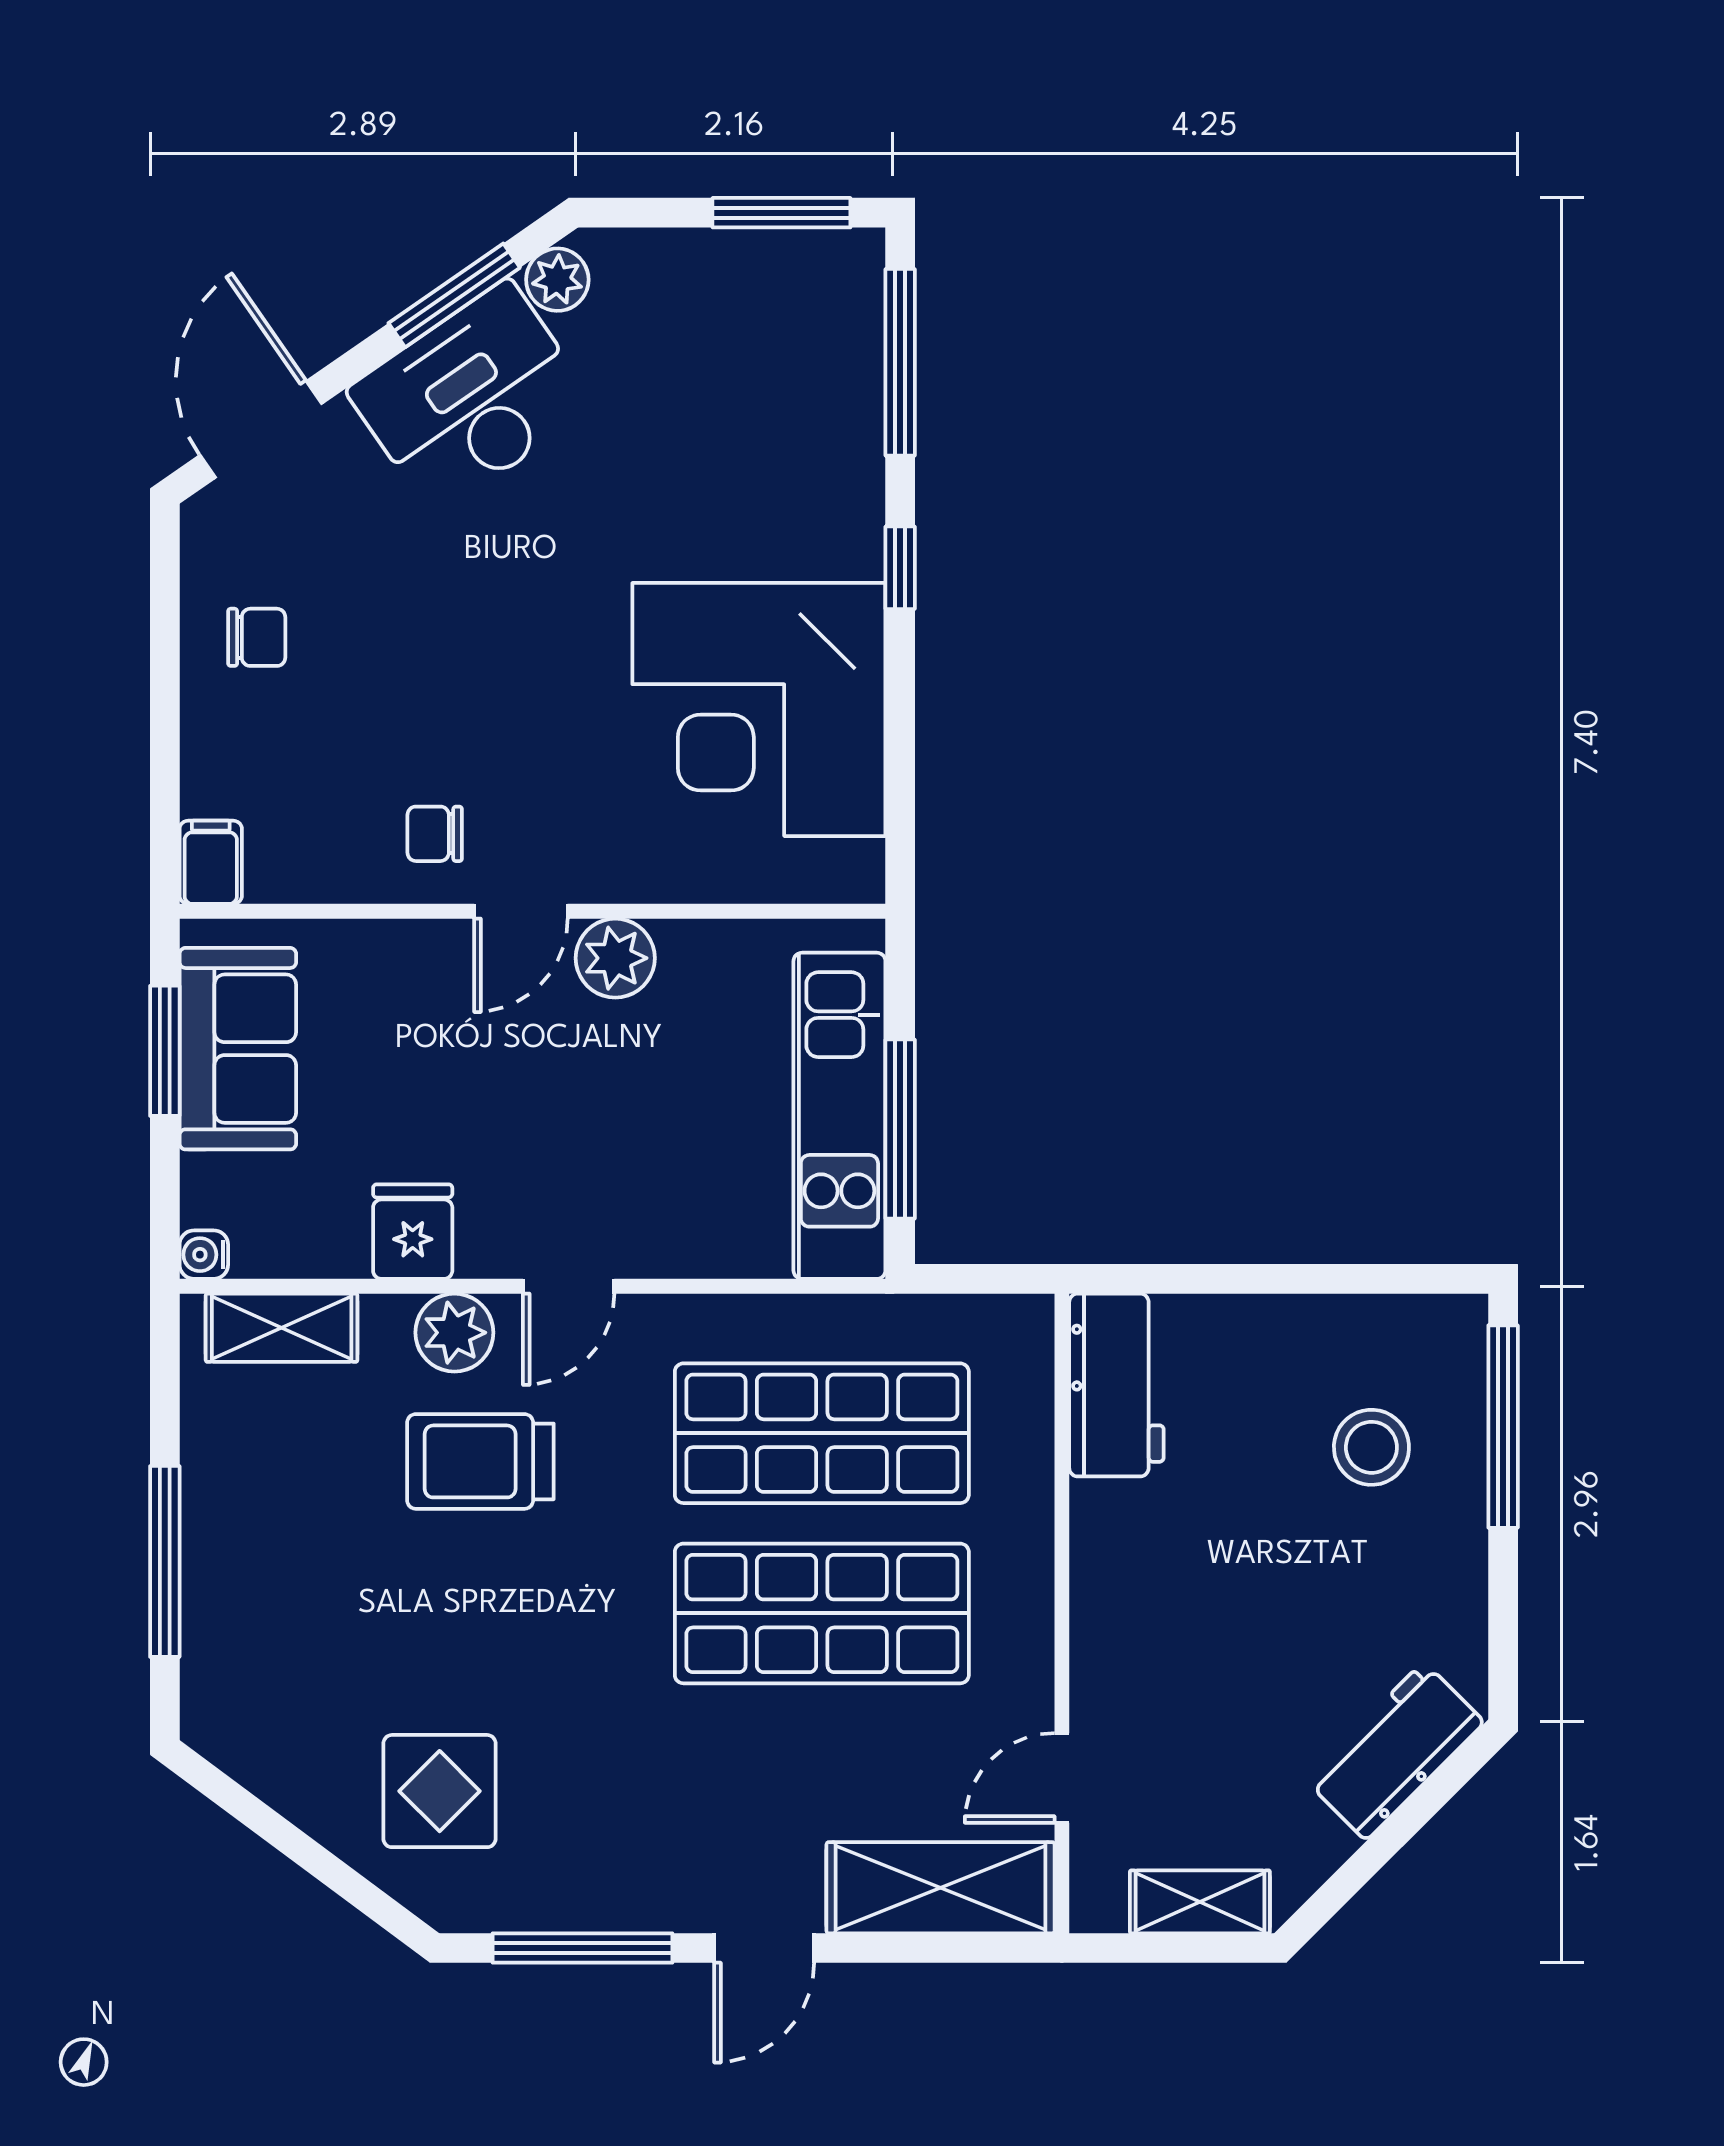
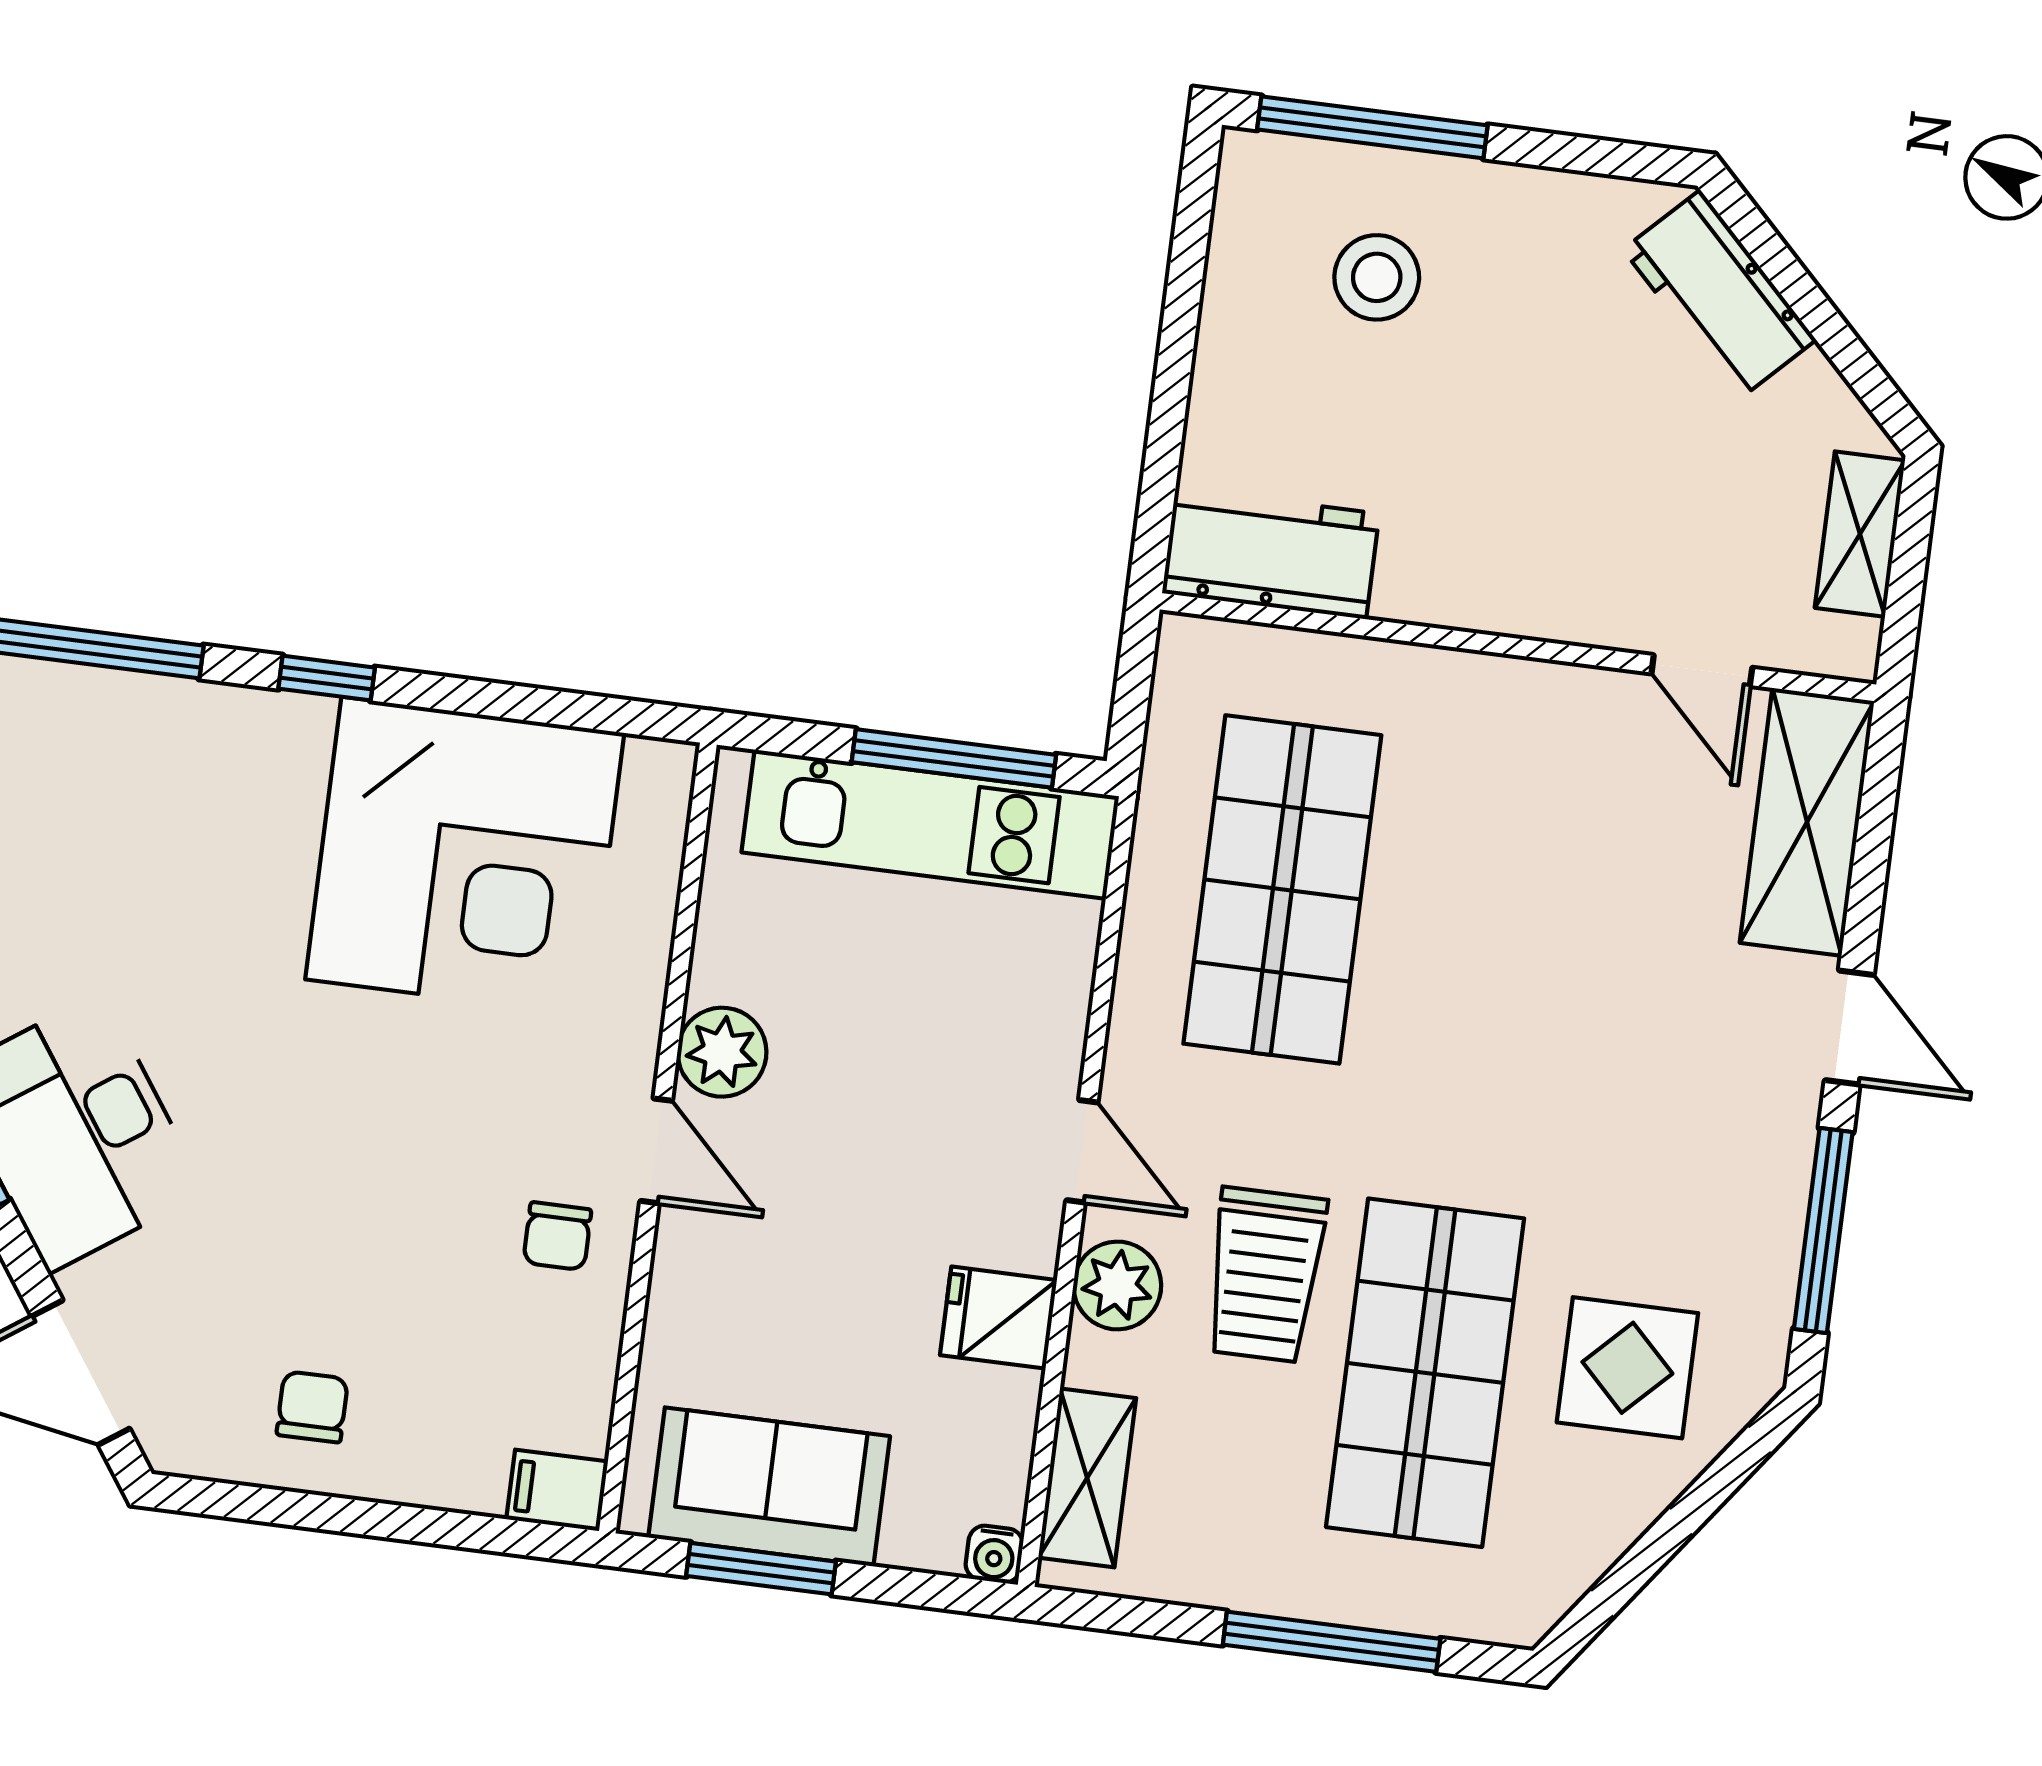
shop shelf: (822, 1613) -> (1425, 1373), moved

